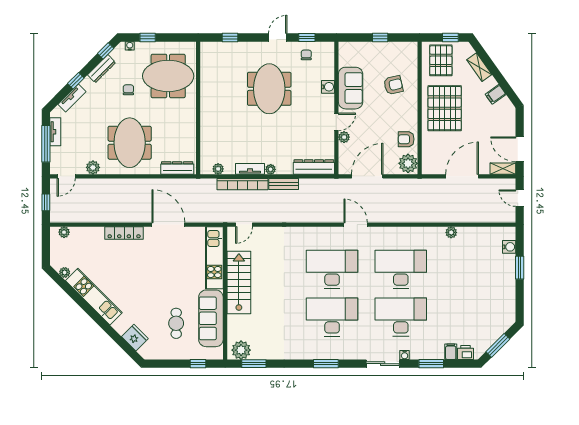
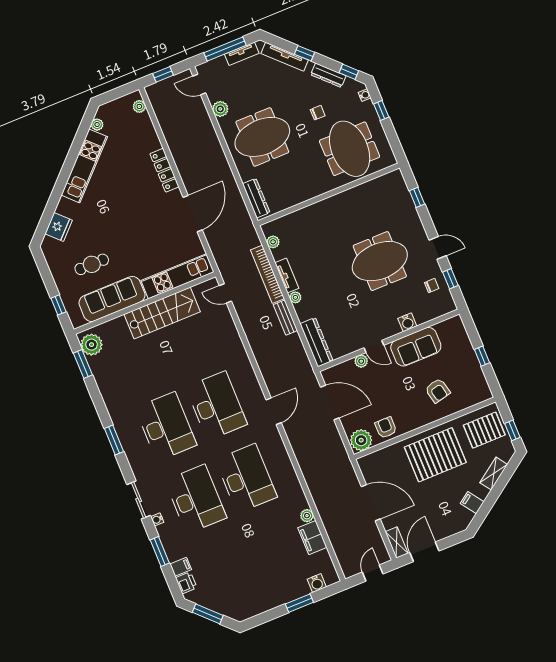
tv unit: (72, 98) -> (285, 57), width x1.41
filing cabinet: (471, 235) -> (312, 538), added

